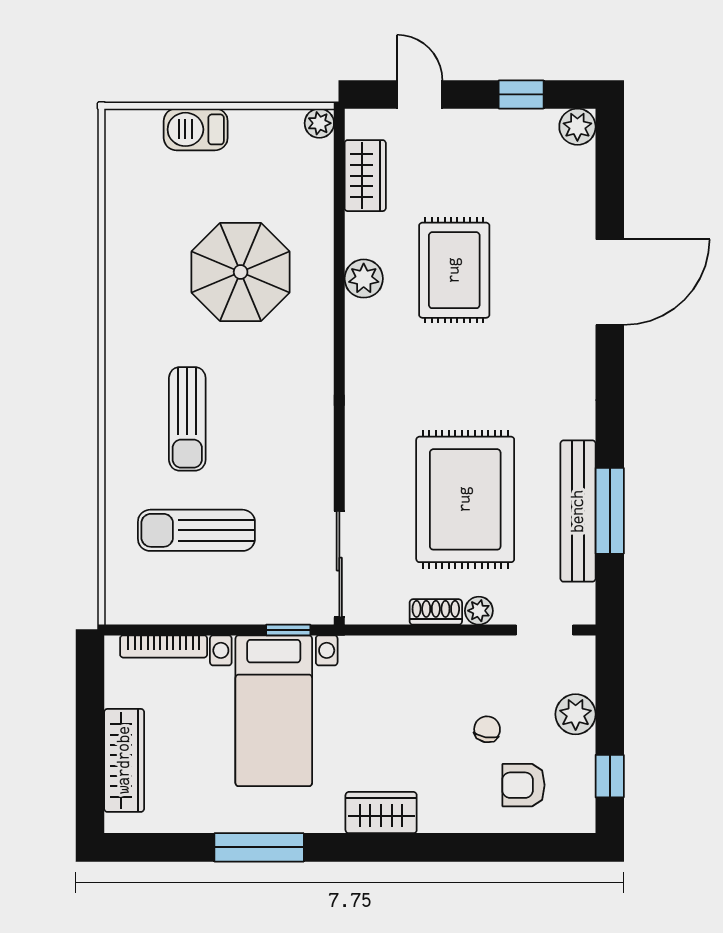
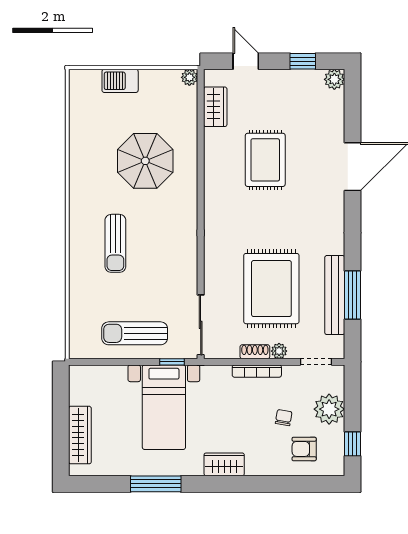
plant: (364, 279) -> (214, 165), removed
sun lounger: (196, 530) -> (135, 333), moved
bookcase: (164, 646) -> (257, 371), moved
plant: (576, 714) -> (329, 409), width x1.36, depth x1.36

